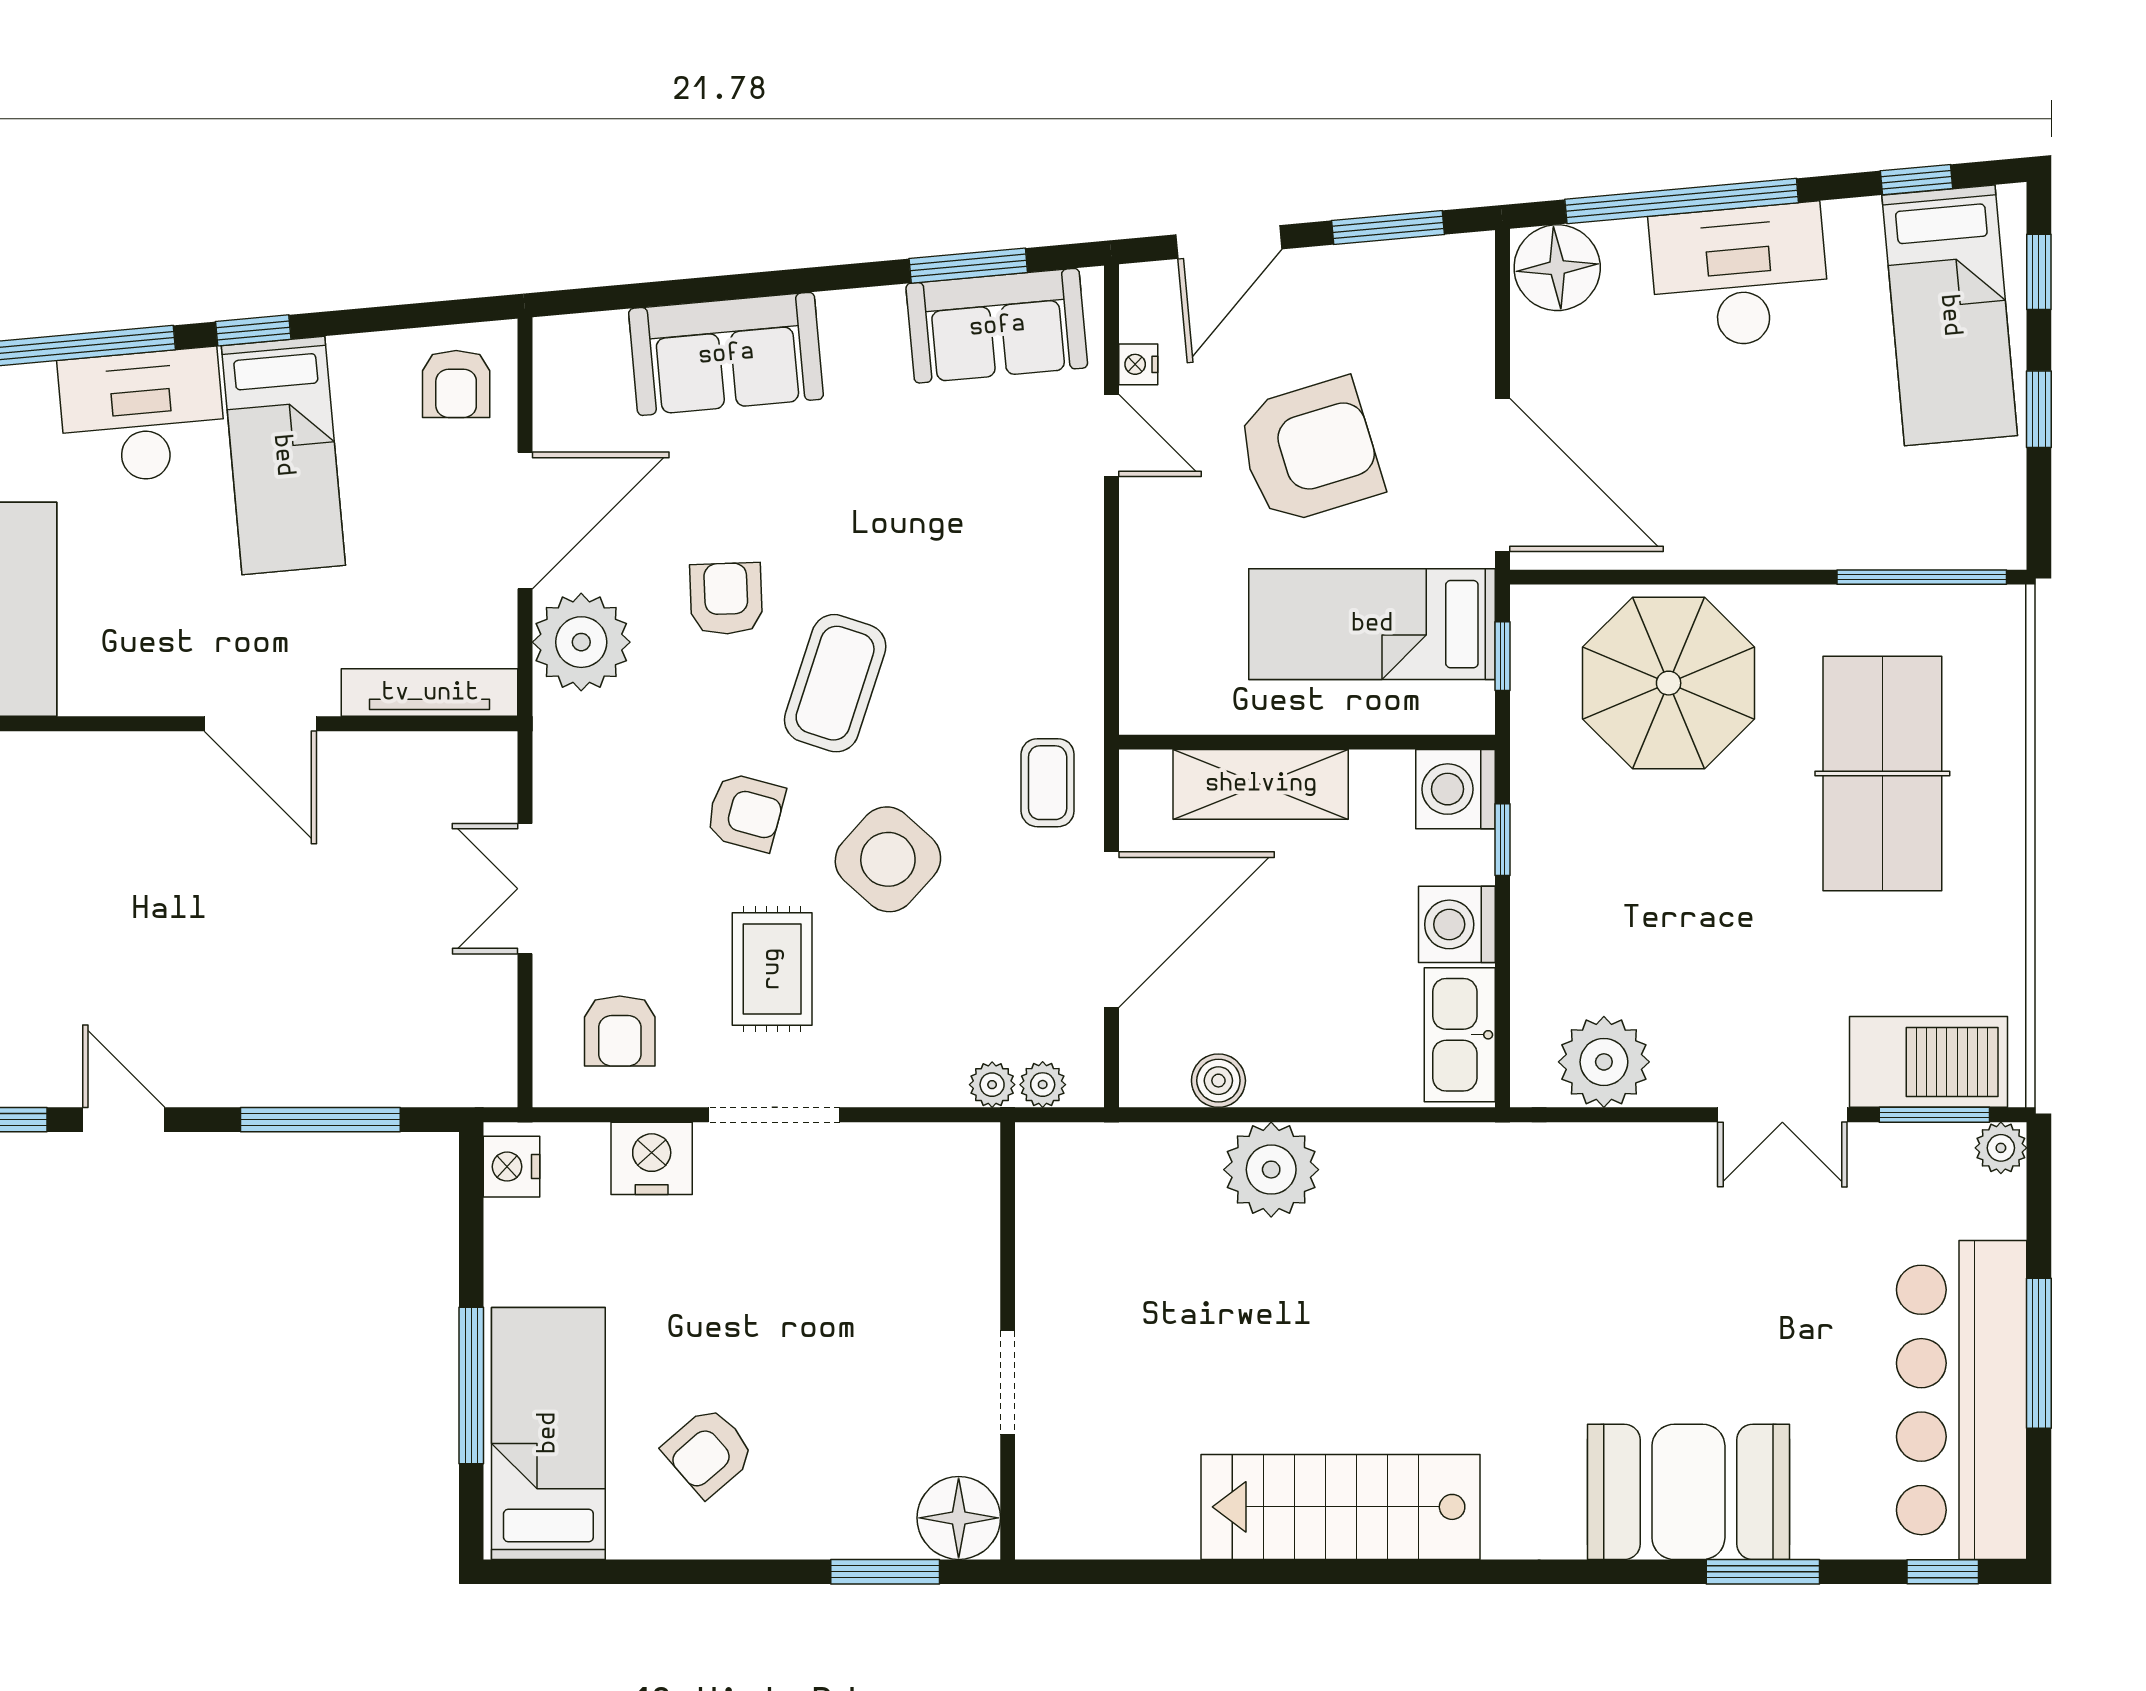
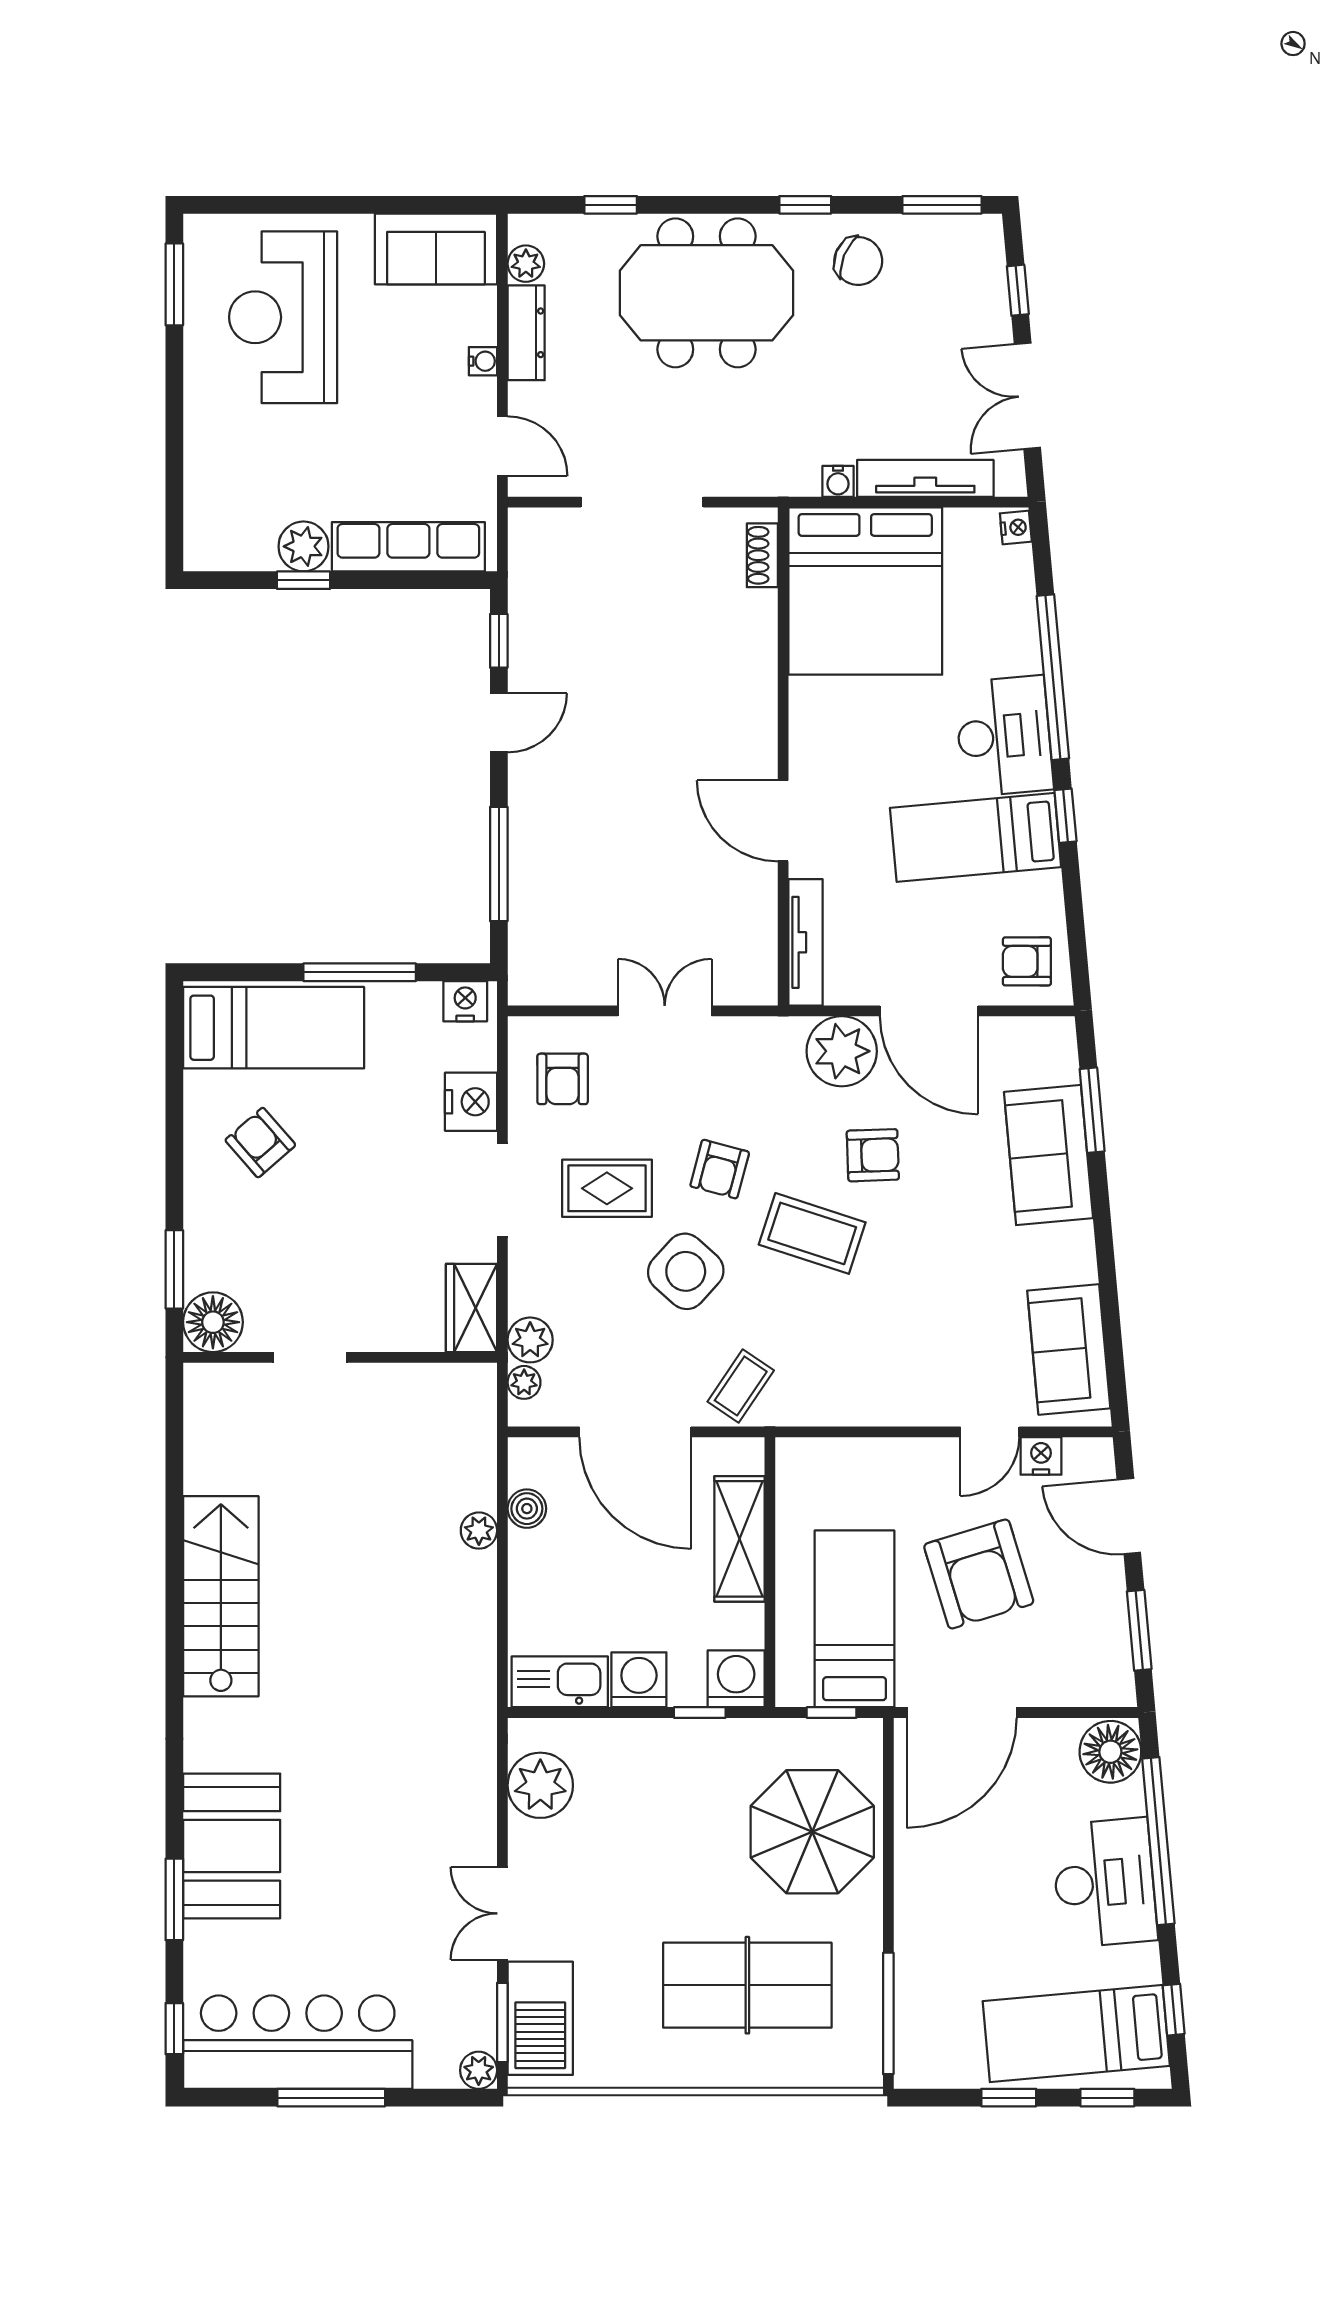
window: (968, 266) -> (1092, 1110), moved
nightstand: (1138, 364) -> (1041, 1456), width x1.39, depth x1.35
door: (260, 724) -> (783, 821), hinge flipped
coffee table: (1048, 783) -> (741, 1386), turned -56
armchair: (620, 1031) -> (563, 1079), turned -90
plant: (992, 1085) -> (530, 1340), width x1.38, depth x1.38
wardrobe: (939, 1158) -> (472, 1308), added
plant: (1271, 1170) -> (479, 1531), width x0.53, depth x0.53
window: (471, 1386) -> (360, 972), moved

